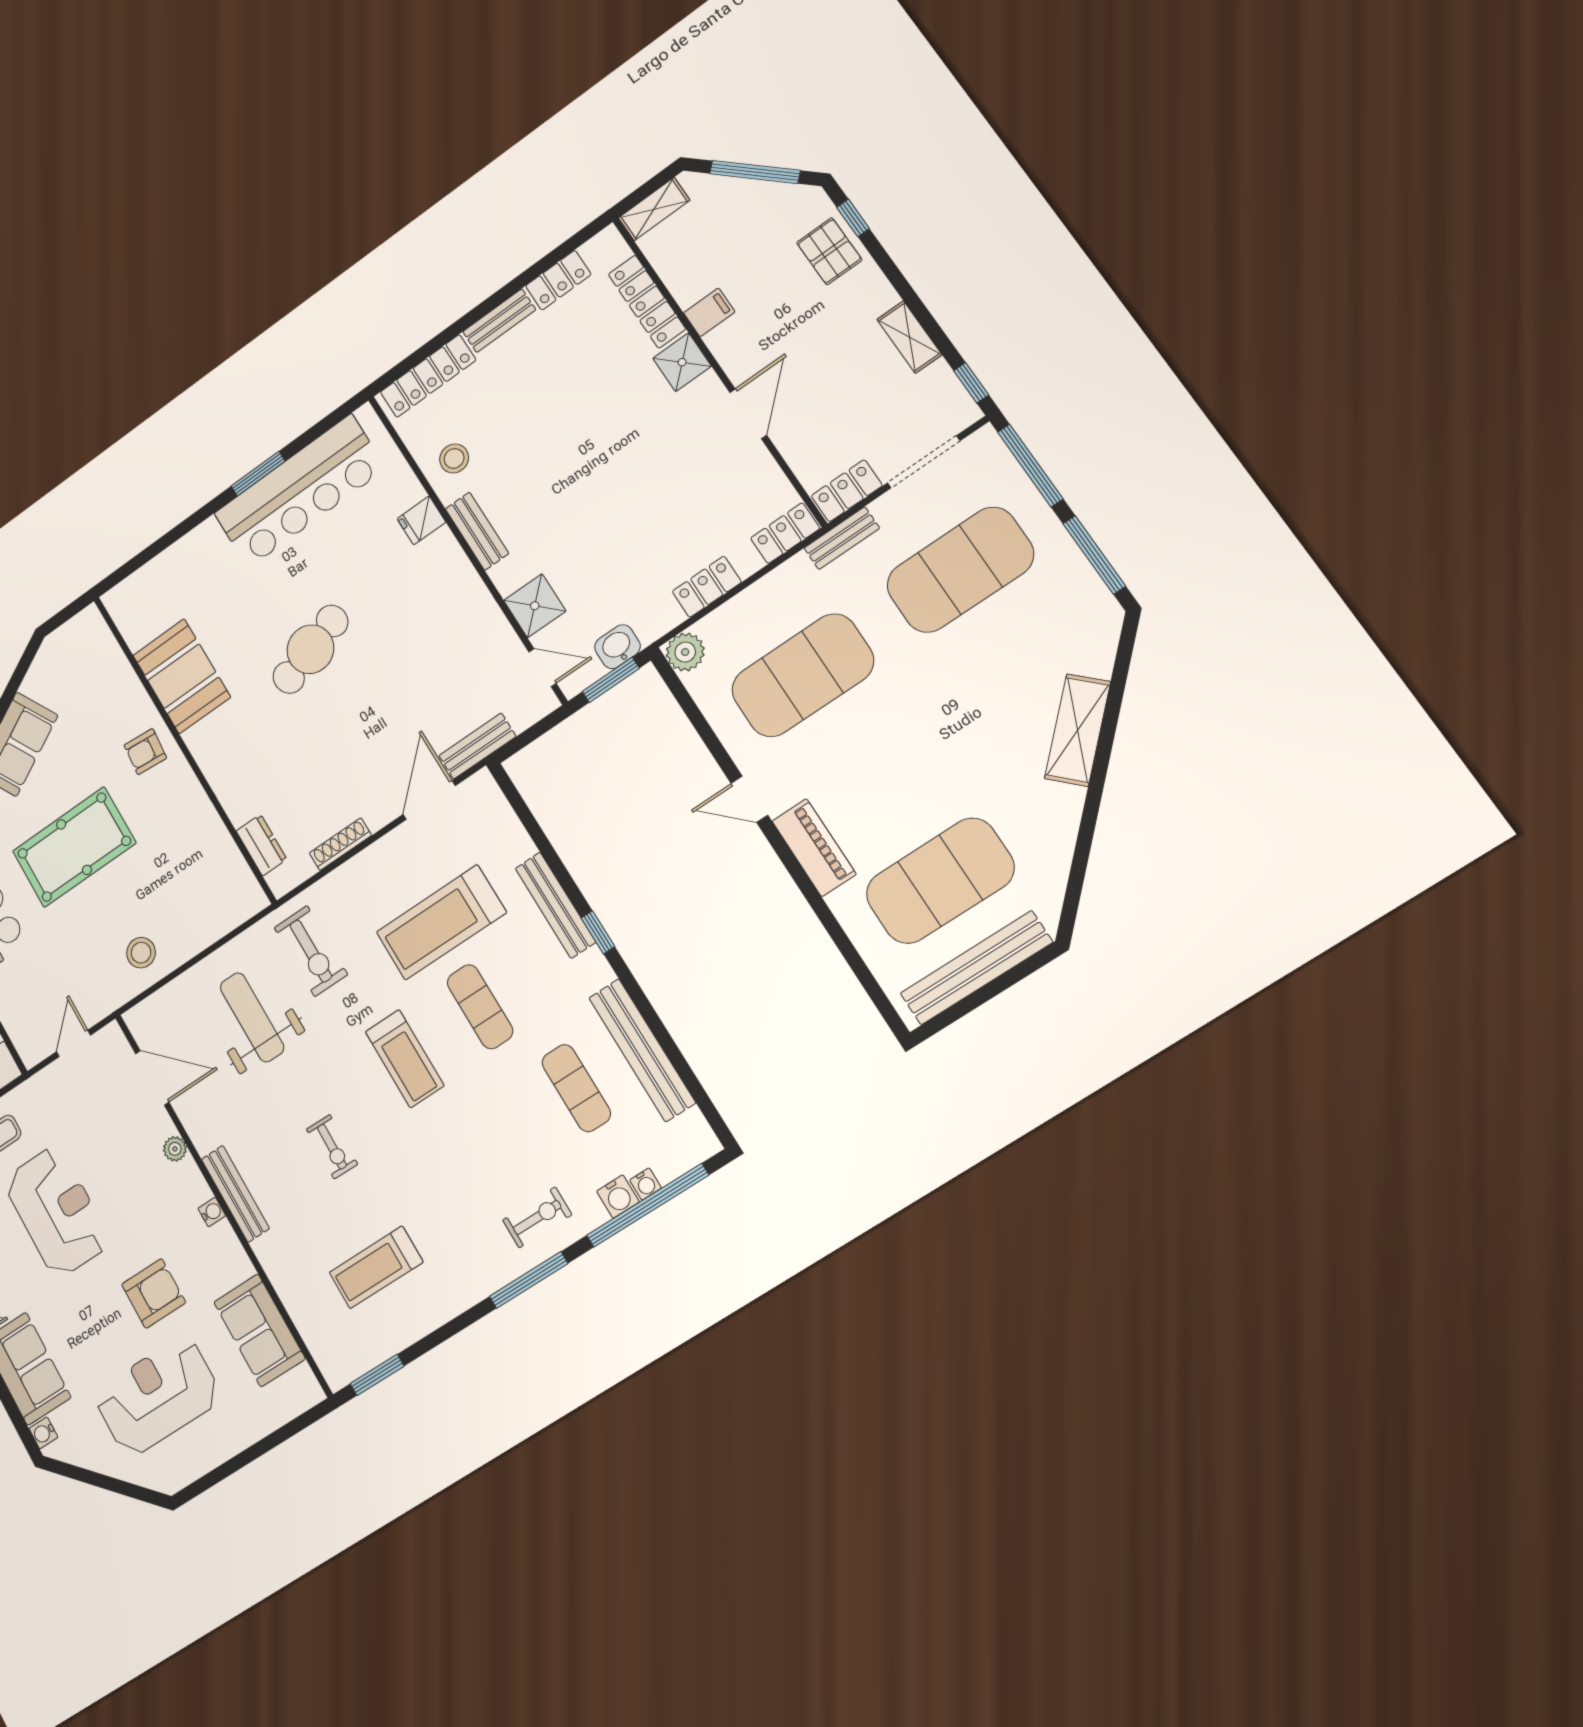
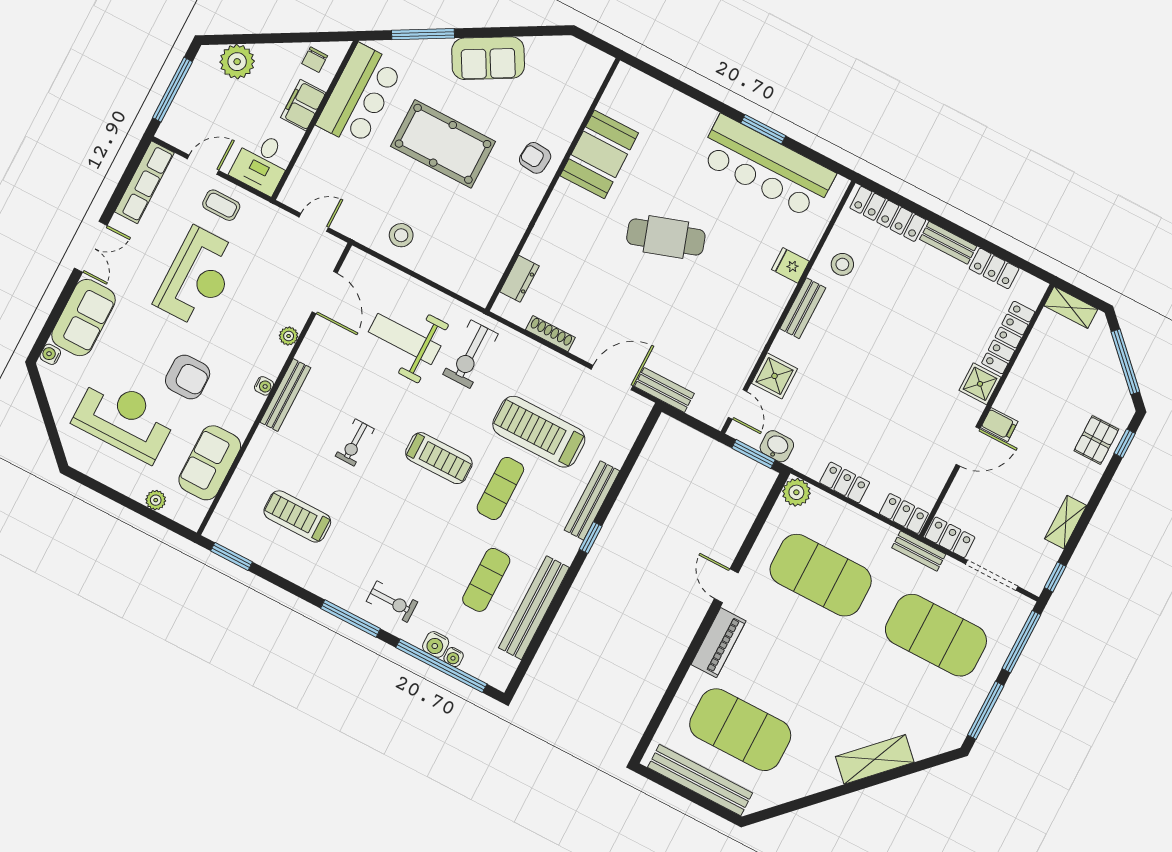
filing cabinet: (709, 312) -> (999, 425), moved
weight bench: (252, 1017) -> (405, 339), turned -90
treadmill: (405, 1059) -> (439, 458), turned -90
plant: (265, 1421) -> (156, 500), added

